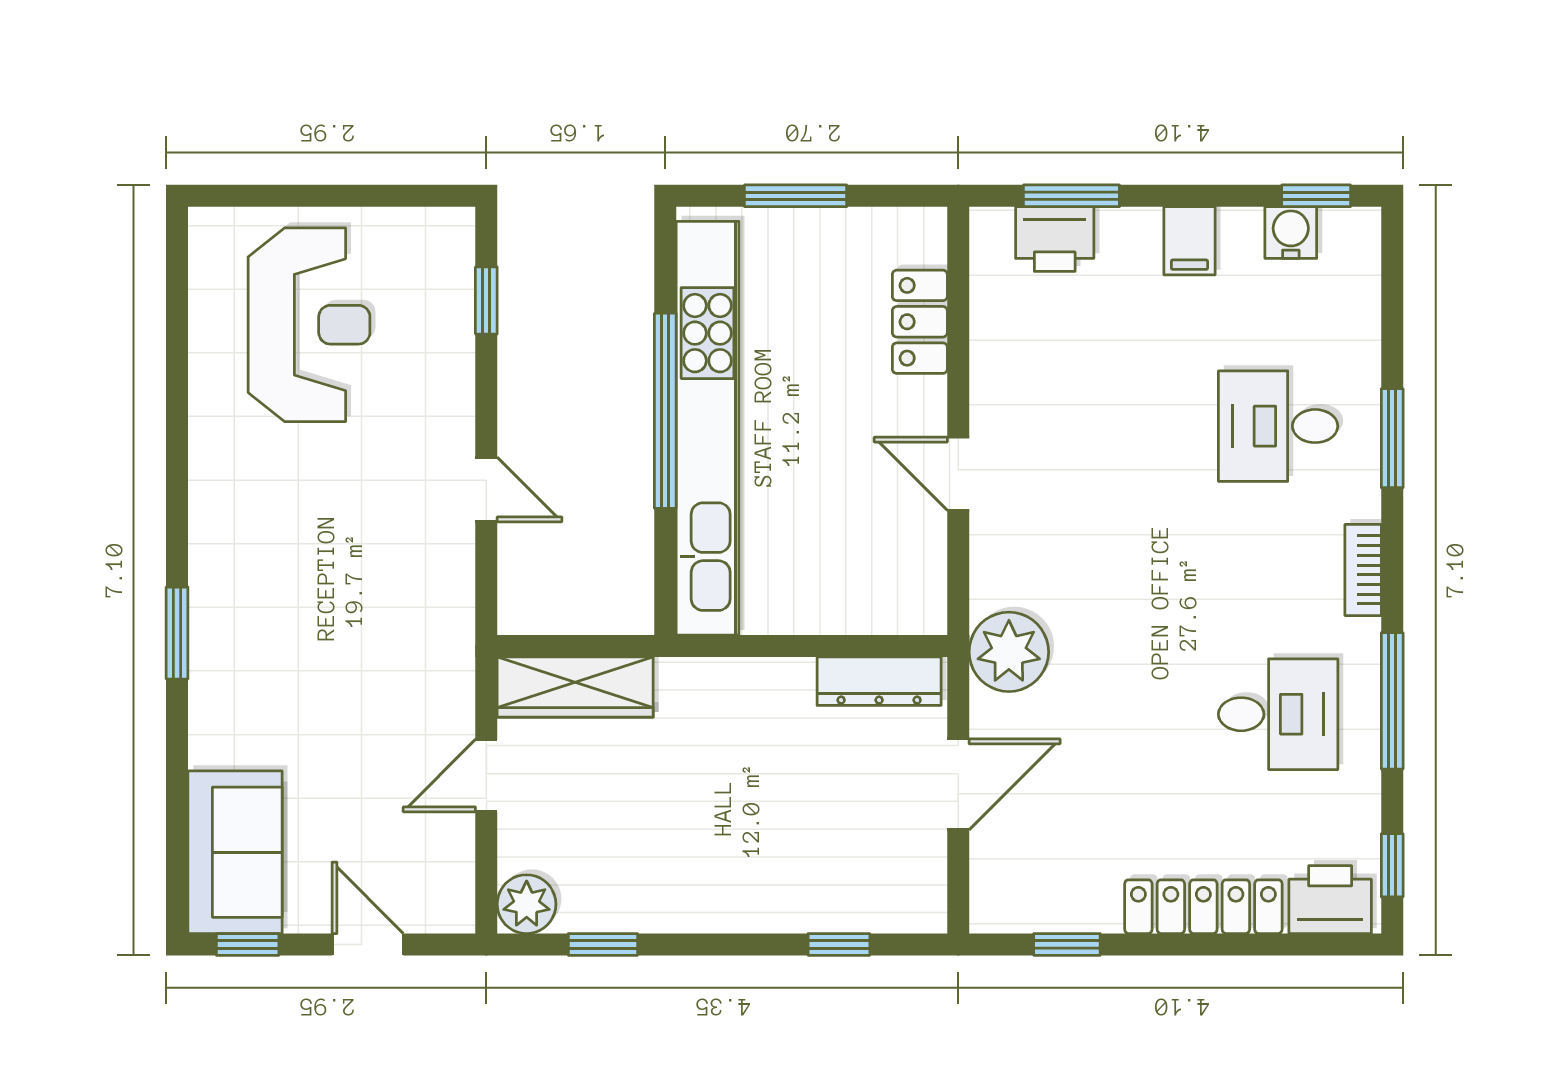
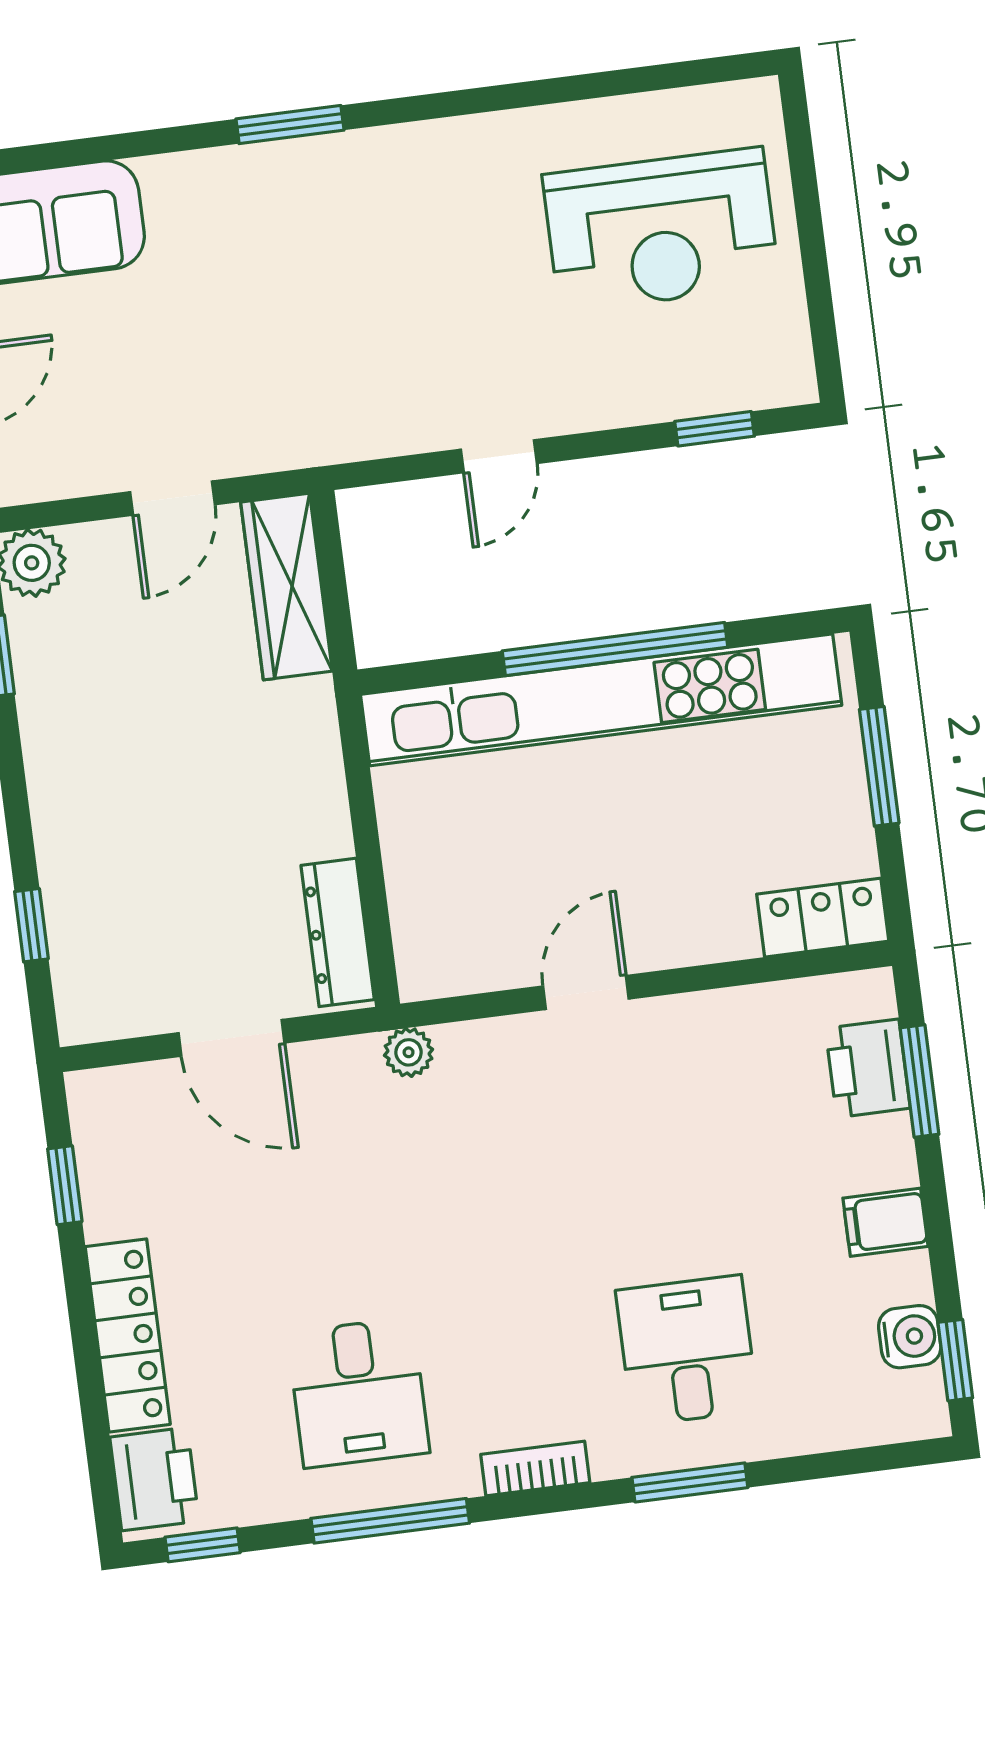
locker: (920, 322) -> (823, 918), moved
plant: (1009, 652) -> (409, 1052), width x0.53, depth x0.53
door: (486, 776) -> (173, 498), swing flipped

